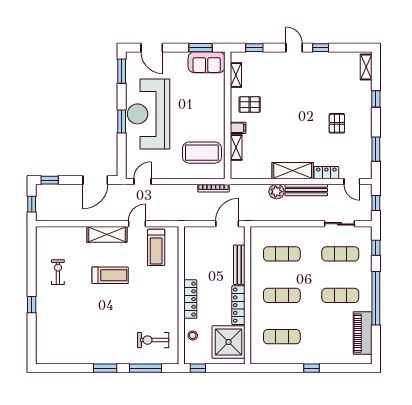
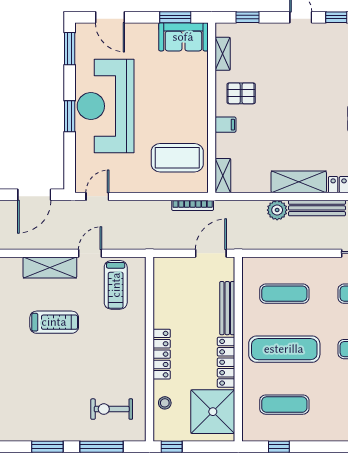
shelving: (236, 148) -> (223, 176), moved
exercise mat: (282, 295) -> (284, 349), width x1.36, depth x1.45
window: (312, 368) -> (279, 447), moved

